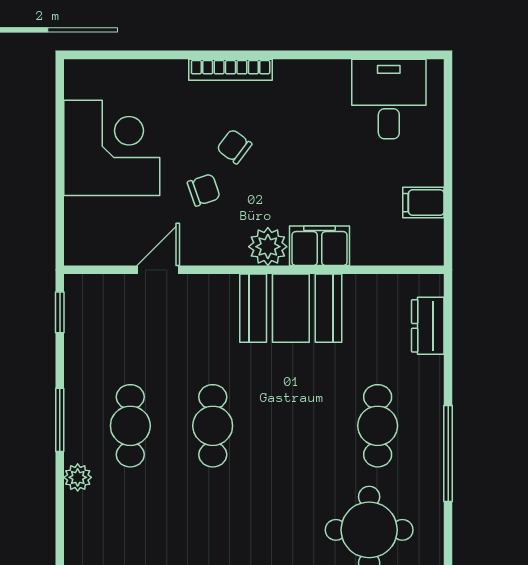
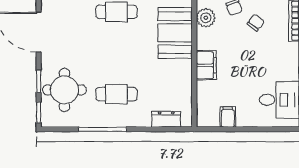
plant: (268, 247) -> (206, 18), moved
booth: (291, 308) -> (175, 33), moved

